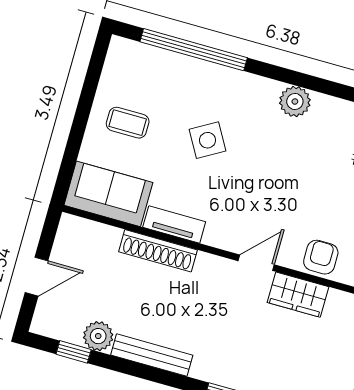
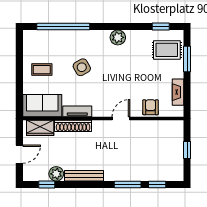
wardrobe: (298, 295) -> (40, 128), moved

